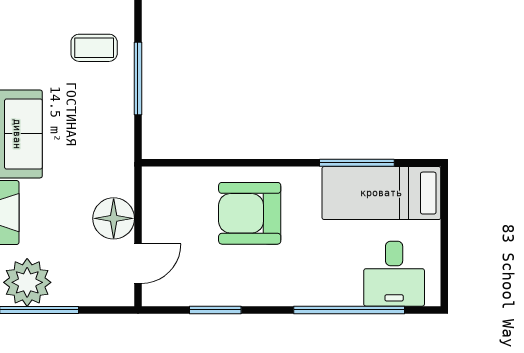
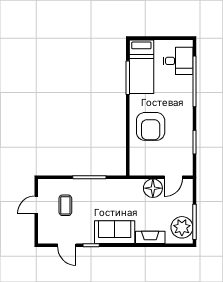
coffee table: (94, 48) -> (65, 205), moved
door: (138, 264) -> (173, 177), swing flipped

